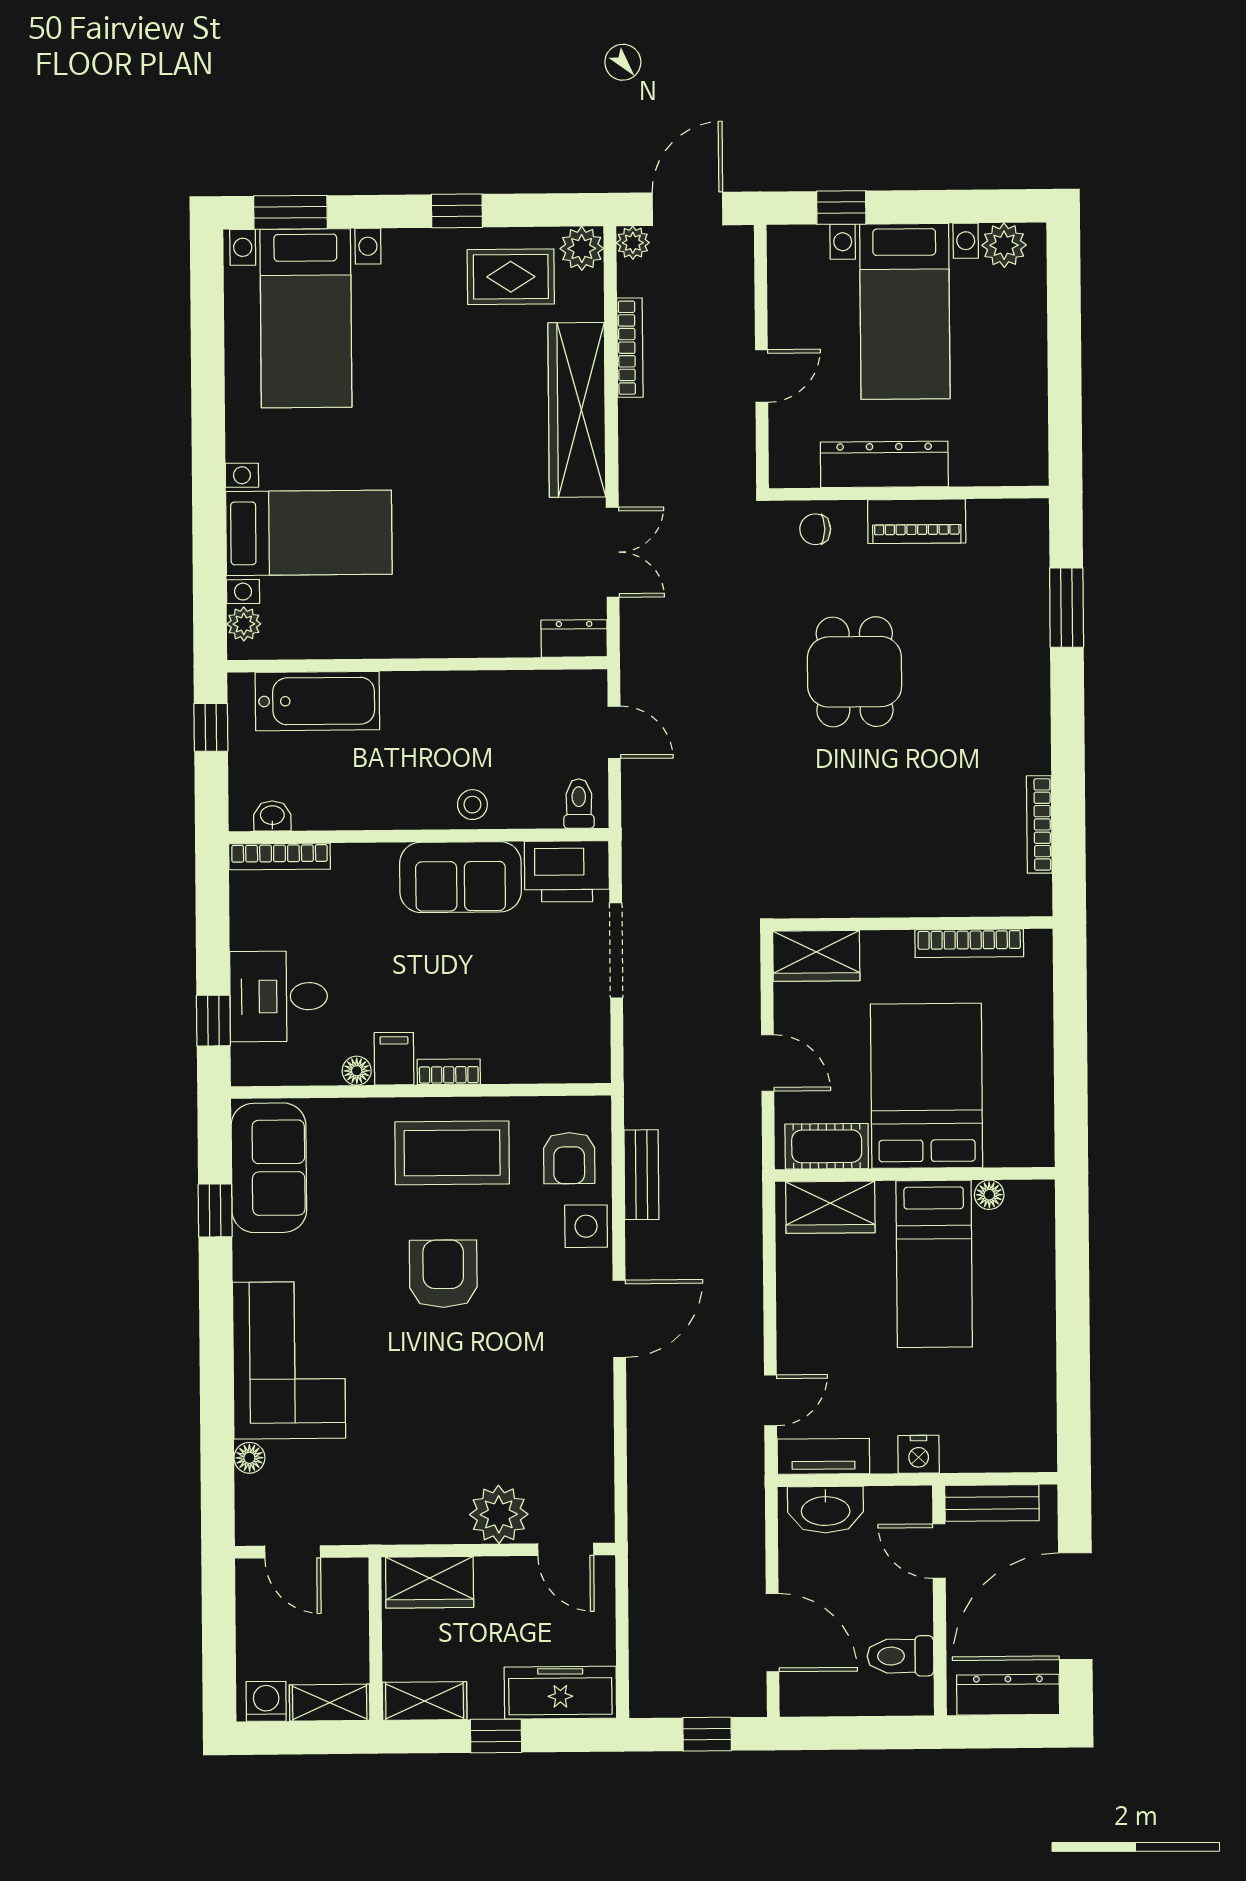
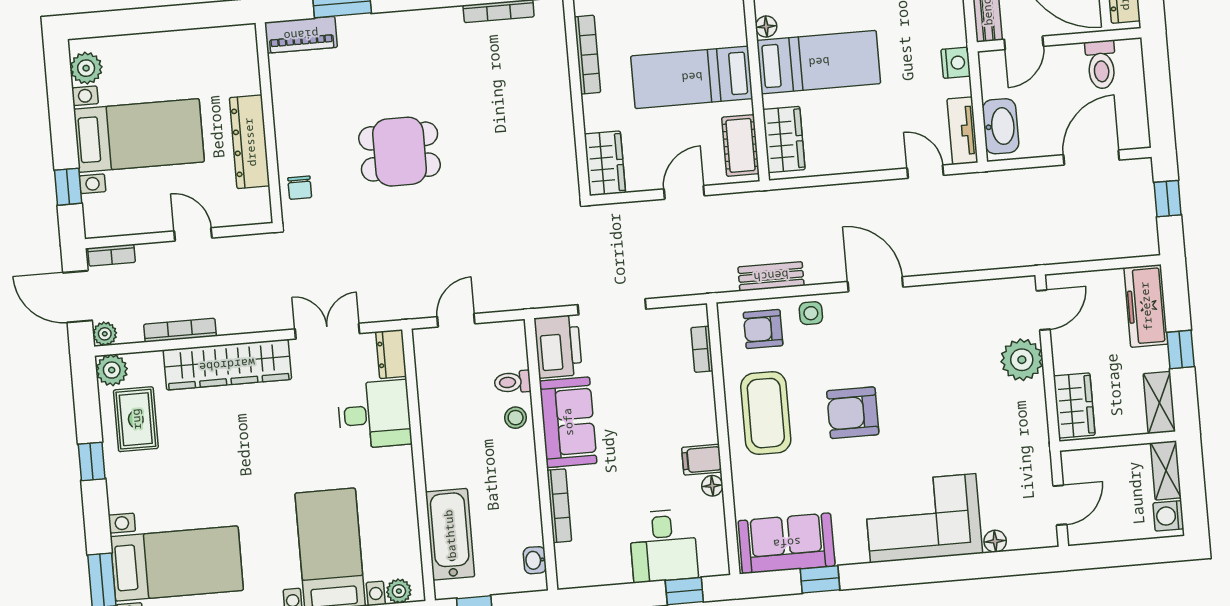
bookcase: (741, 260) -> (111, 255), added
piano: (917, 521) -> (301, 35), moved, turned 90
desk: (492, 609) -> (374, 414), added
toilet: (579, 804) -> (512, 382), moved
bookcase: (280, 856) -> (559, 506), moved
bookcase: (449, 1072) -> (702, 349), moved
bed: (927, 1086) -> (692, 77), width x0.67
armchair: (569, 1158) -> (763, 329), turned 180
side table: (586, 1226) -> (811, 313), width x0.73, depth x0.73

